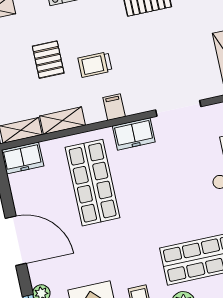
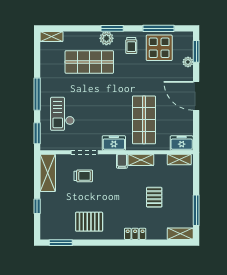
trolley: (95, 65) -> (83, 176), moved
shelving: (62, 121) -> (141, 160), moved

